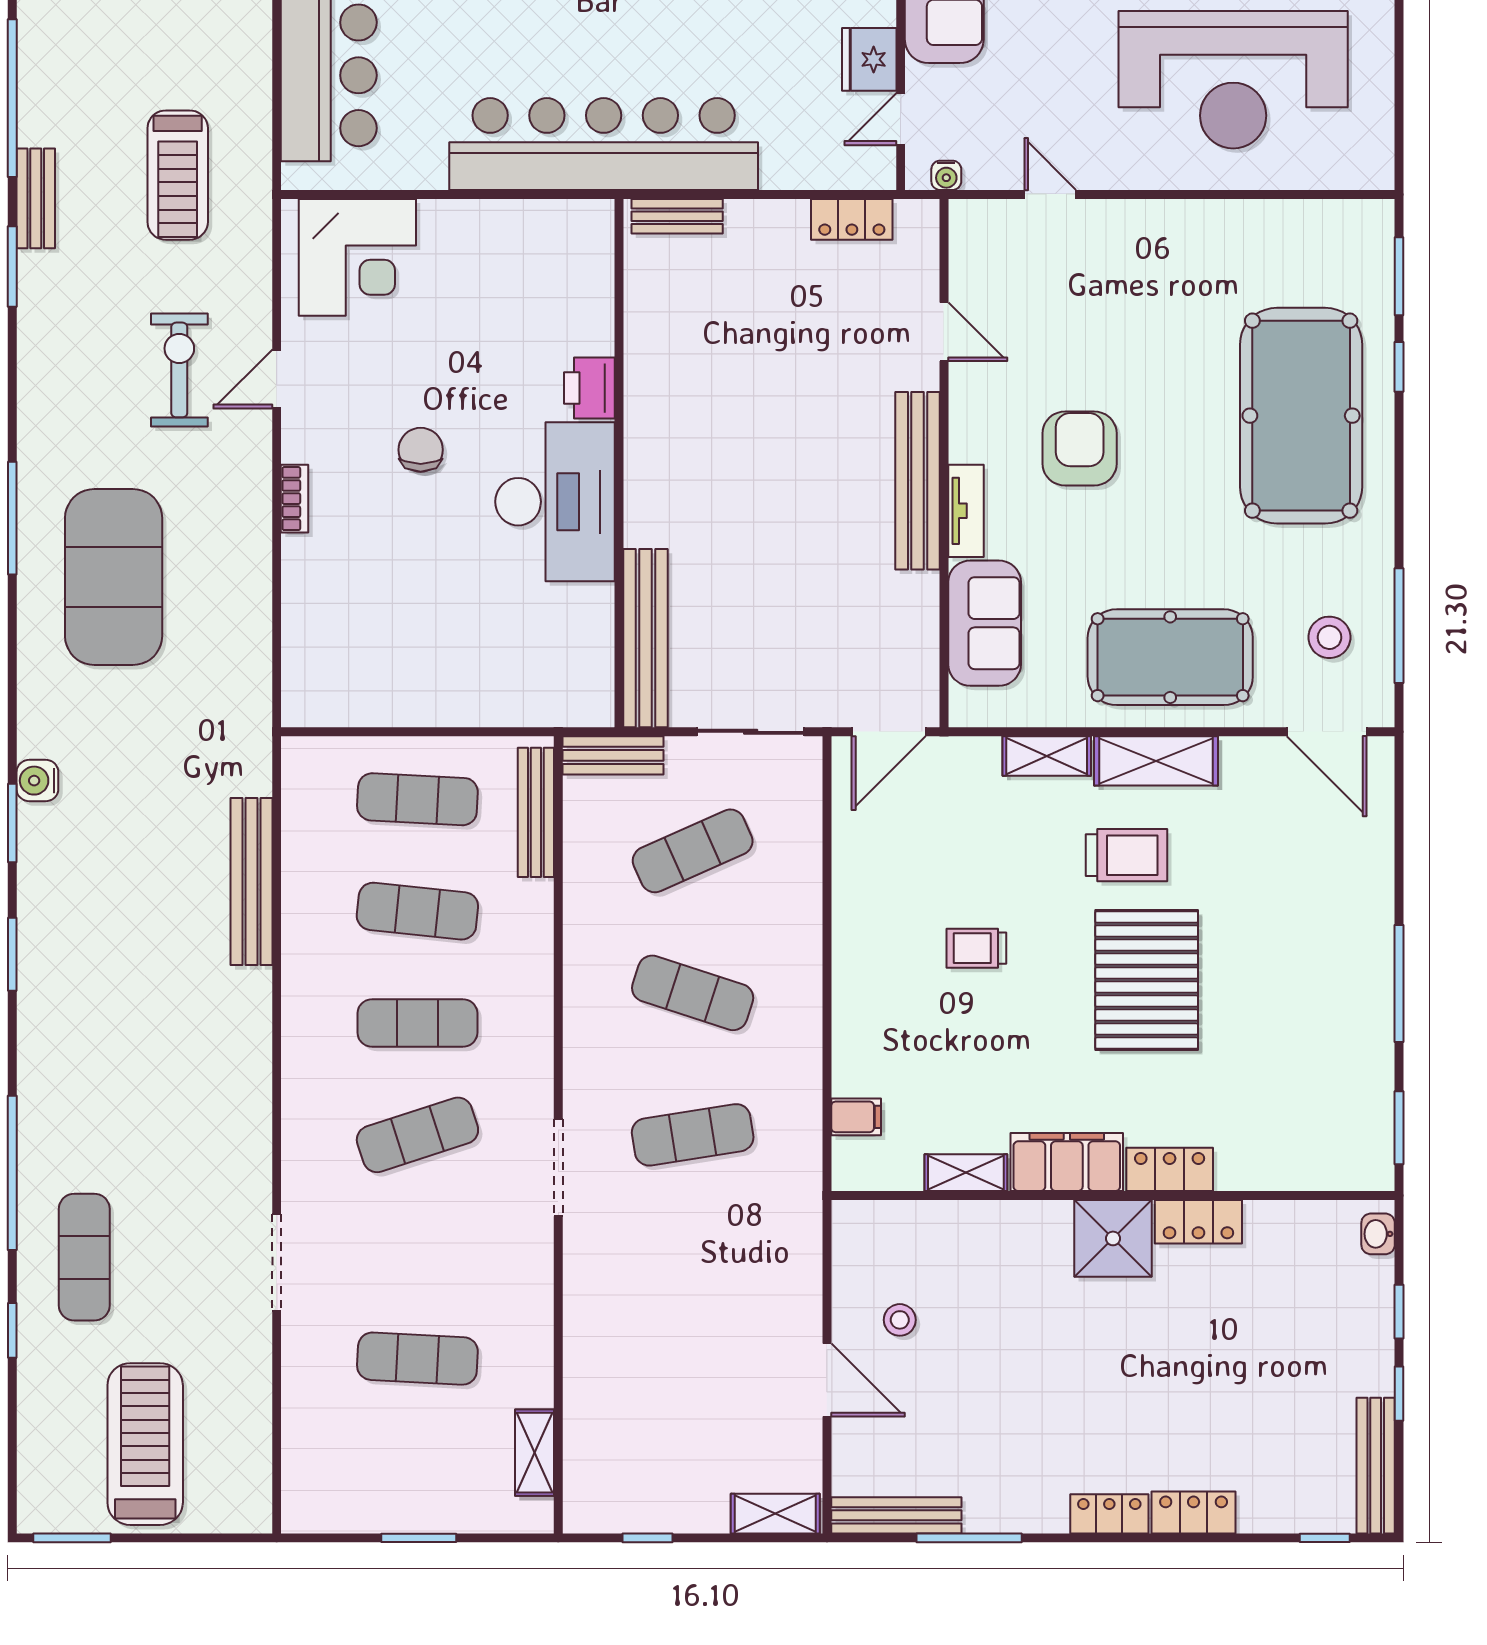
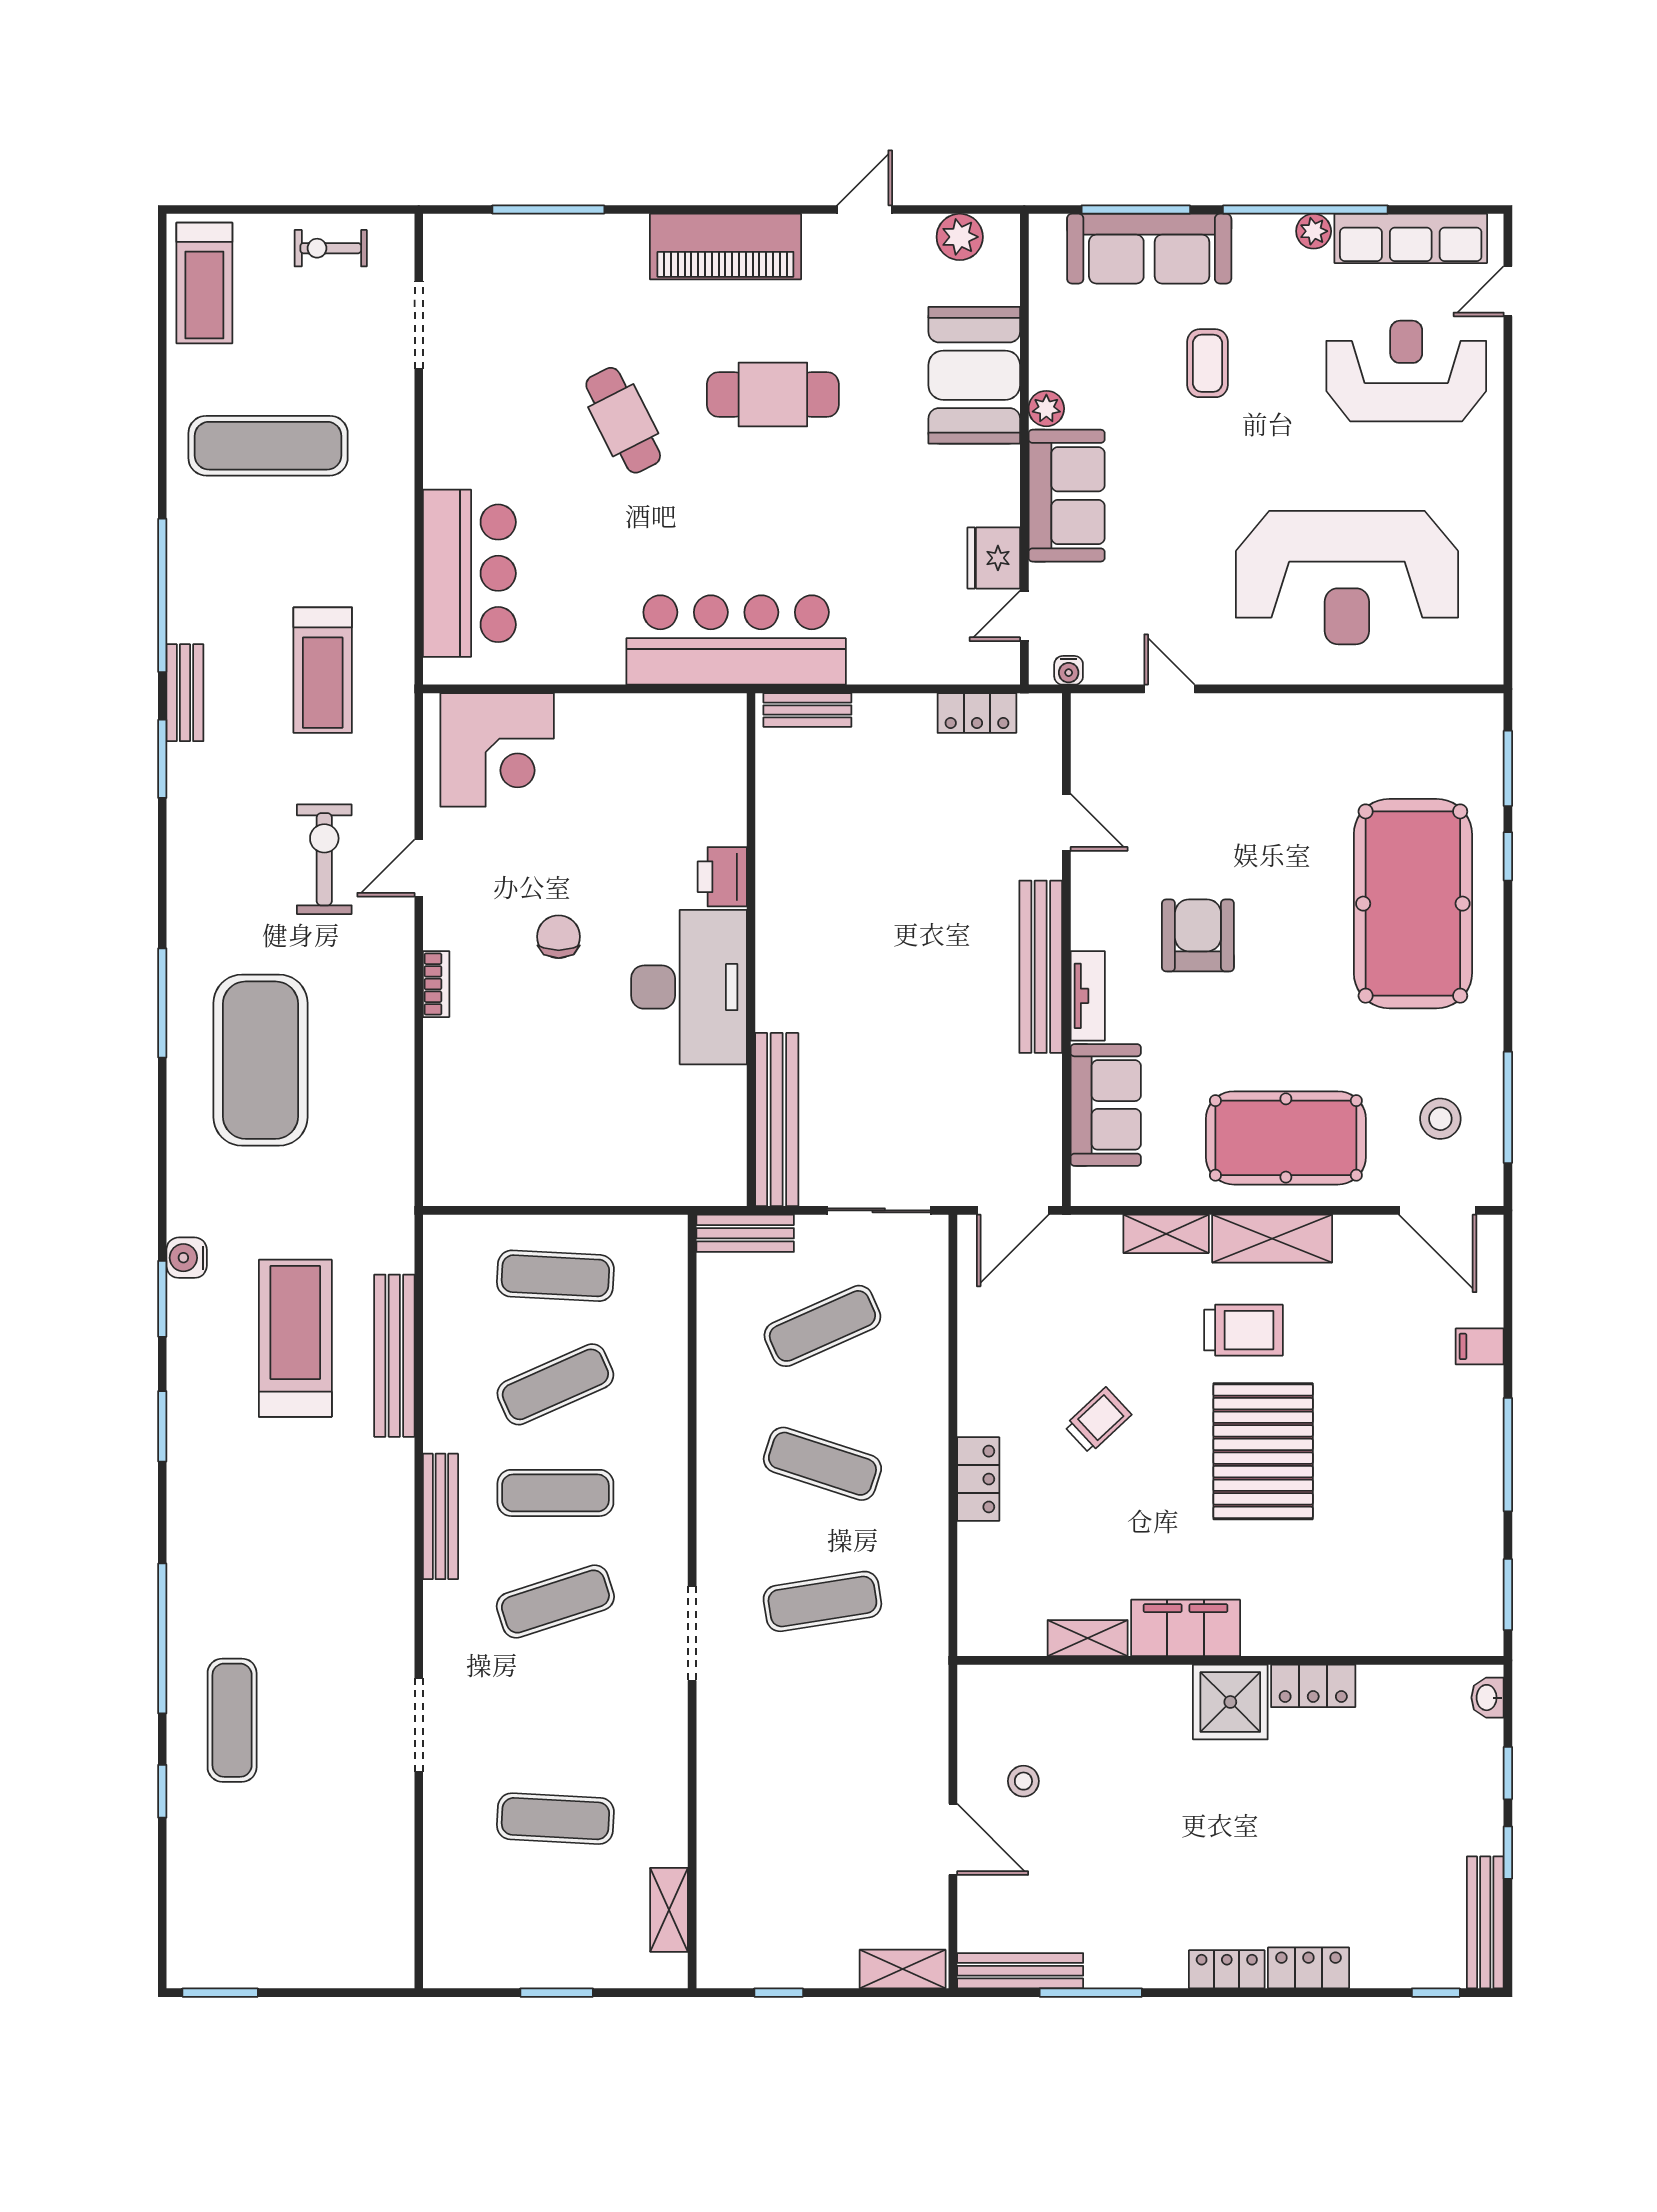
bar counter: (604, 144) -> (736, 640), width x0.73
bench: (536, 812) -> (441, 1516), moved
exercise mat: (417, 911) -> (555, 1384), turned -30
trolley: (976, 948) -> (1098, 1420), turned 137
filing cabinet: (856, 1117) -> (1480, 1346), moved, turned 180
locker: (1170, 1169) -> (978, 1479), moved, turned 90
treadmill: (145, 1444) -> (295, 1338), moved

